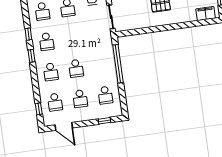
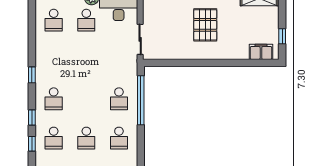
window: (28, 34) -> (32, 118), moved
school desk: (47, 42) -> (54, 59), removed
school desk: (76, 68) -> (119, 99), moved

